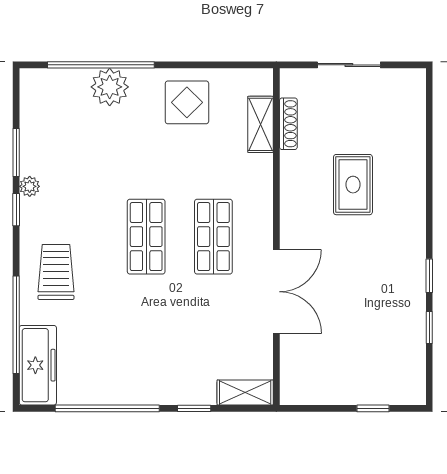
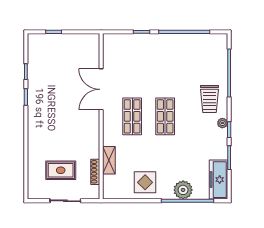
shelving: (260, 124) -> (109, 160), moved
rug: (353, 185) -> (61, 170), moved, turned 90
plant: (30, 186) -> (222, 123), moved
freezer: (38, 365) -> (218, 180), moved
shelving: (245, 392) -> (116, 40), removed

